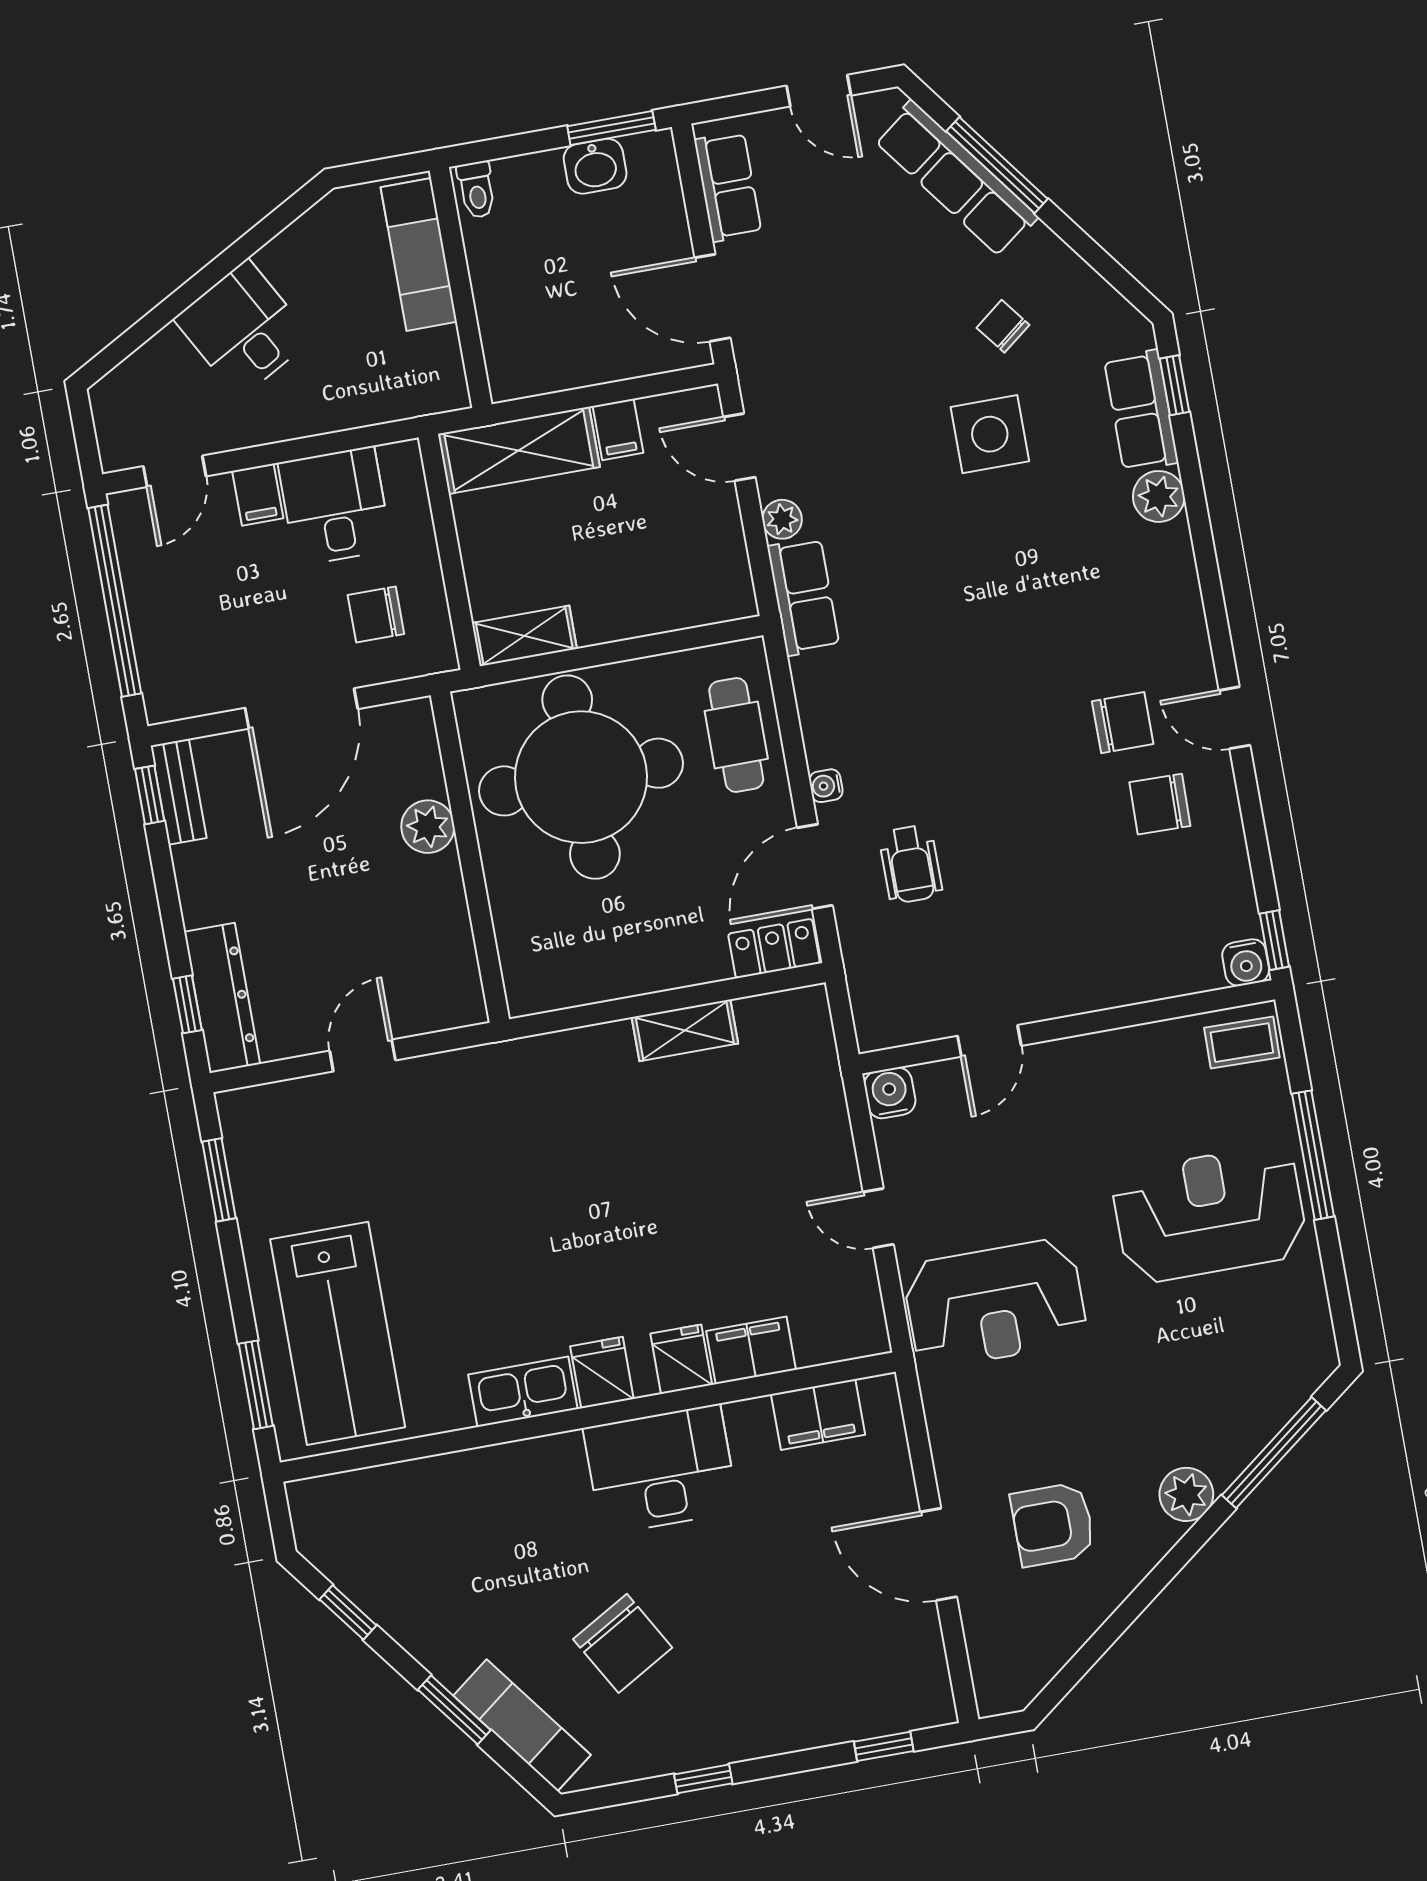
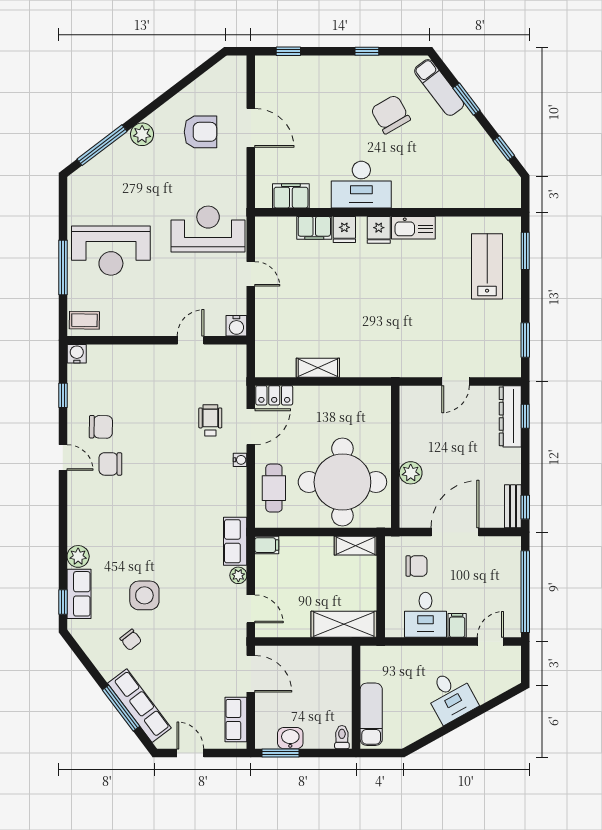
filing cabinet: (618, 429) -> (267, 545), moved, turned 90
window: (1274, 940) -> (63, 395), moved
lab bench: (338, 1333) -> (487, 266), width x0.73, depth x0.72

